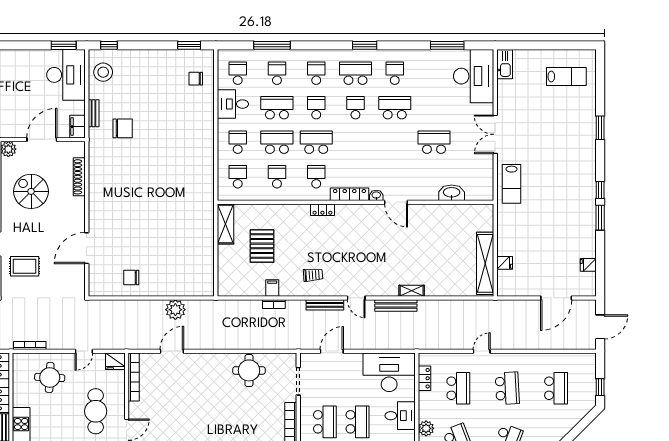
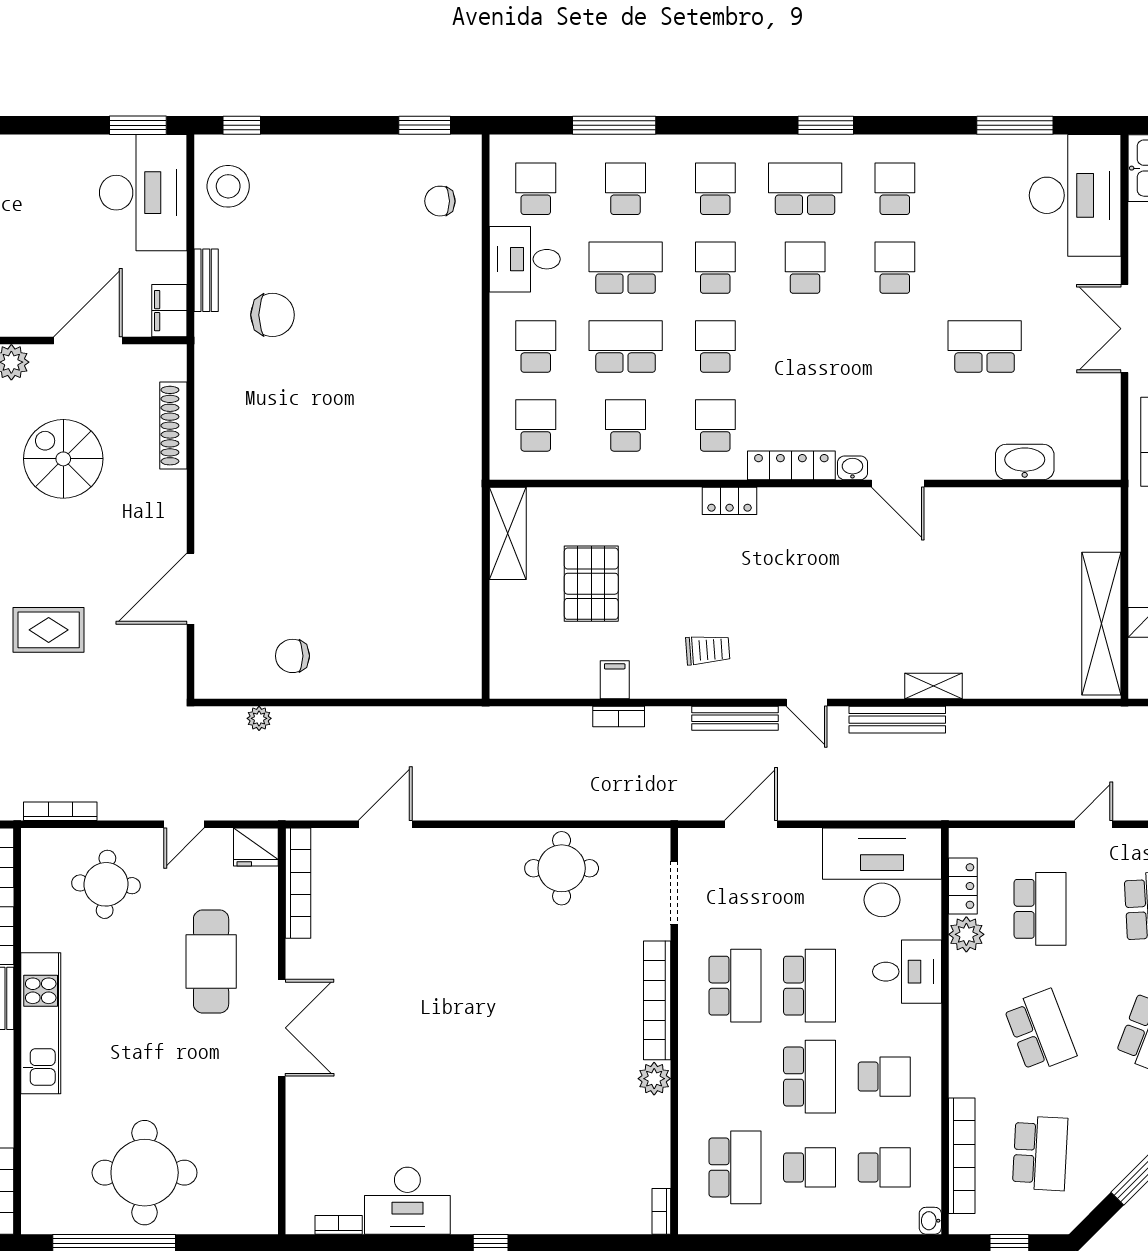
school desk: (395, 108) -> (895, 268), width x0.54
school desk: (316, 142) -> (715, 347), width x0.54
plant: (175, 310) -> (259, 718), moved, width x0.53, depth x0.53
plant: (426, 428) -> (966, 934), moved

